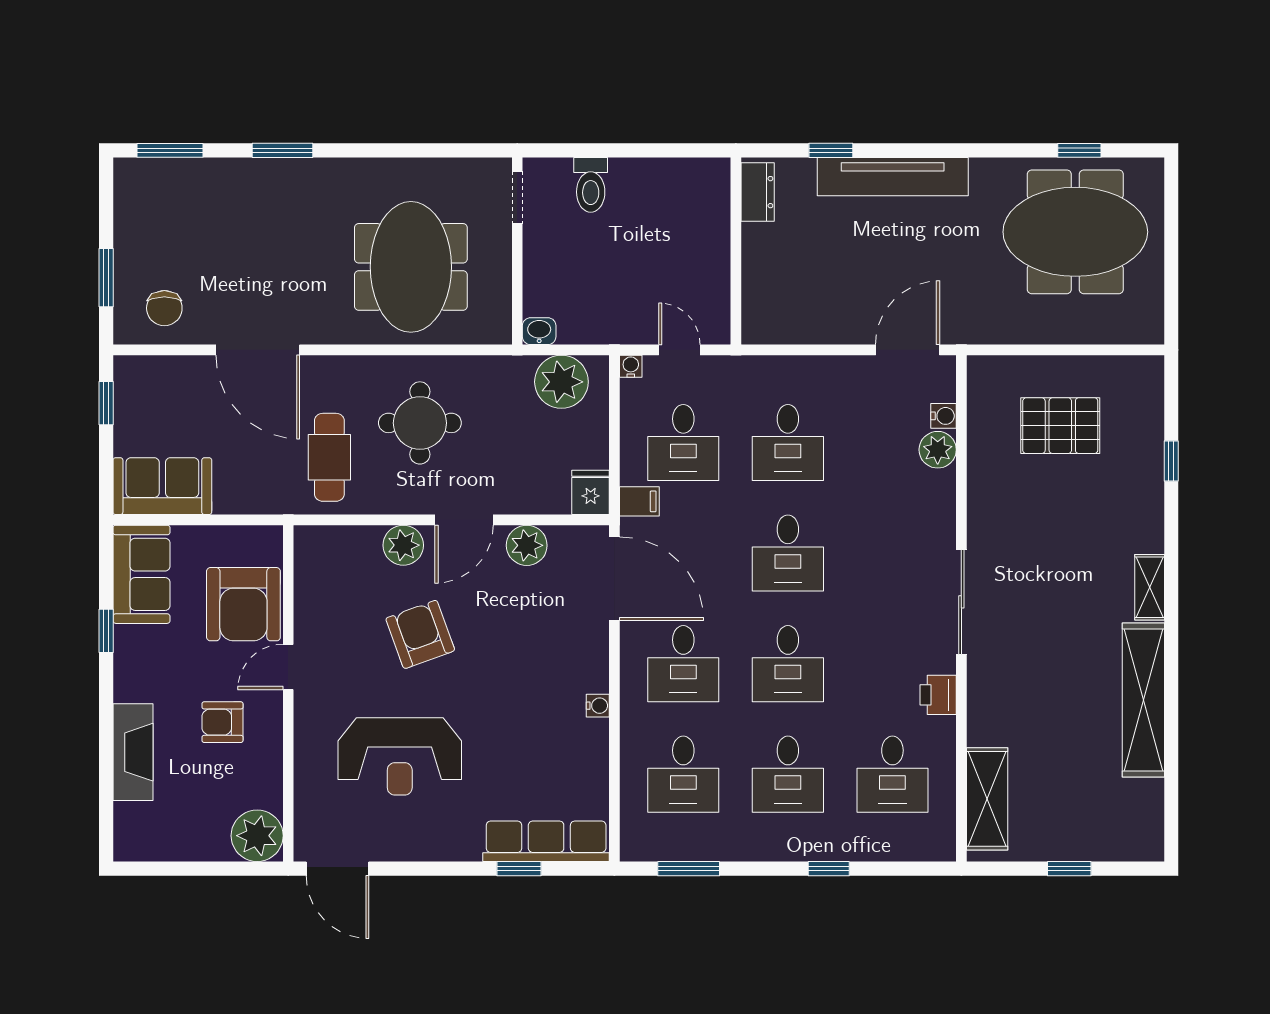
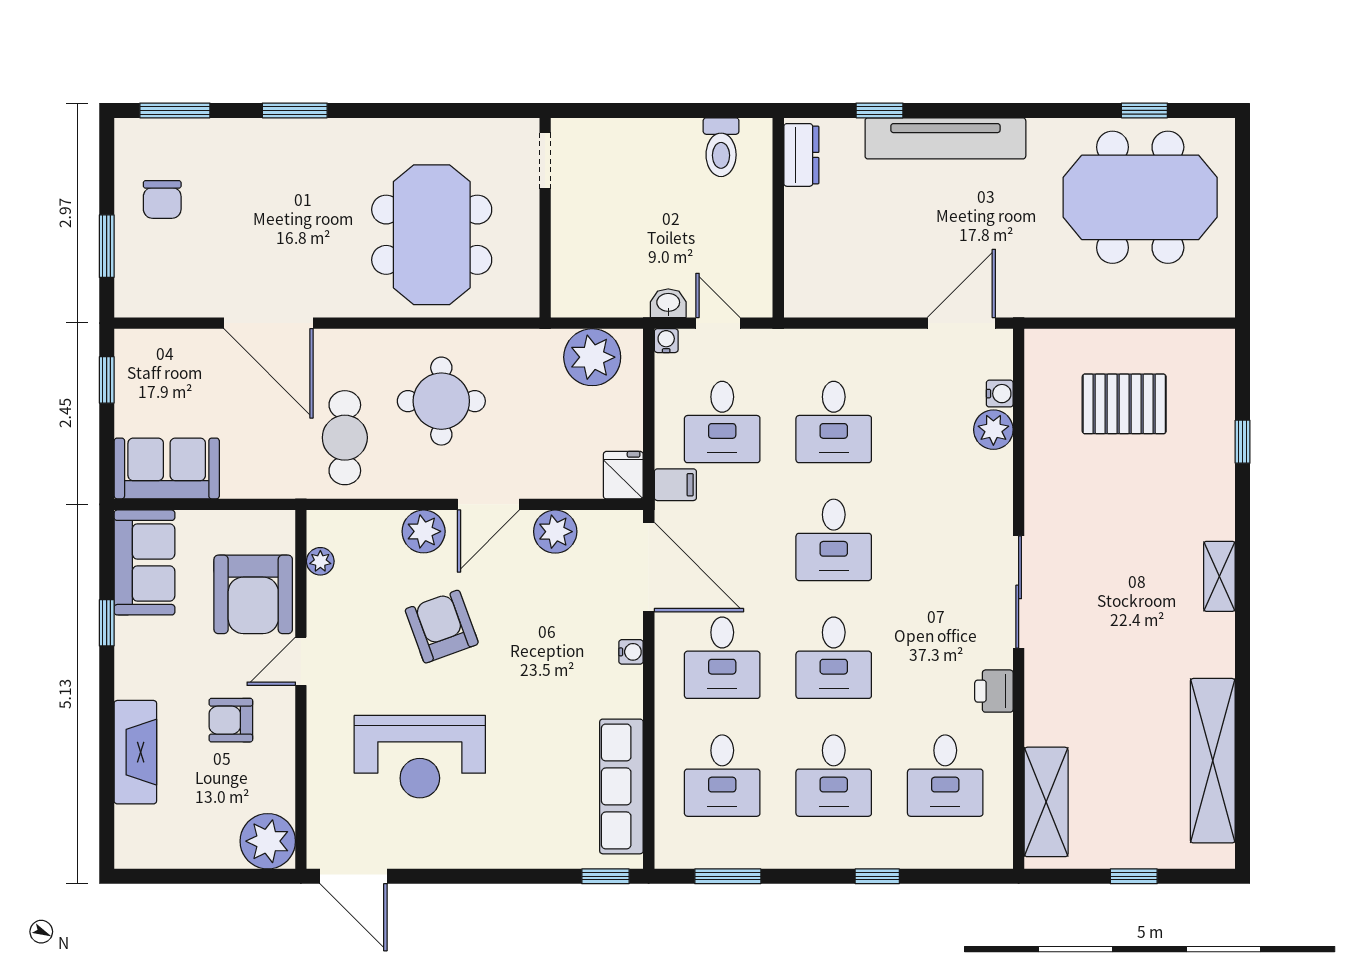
toilet: (591, 185) -> (721, 147), moved
chair: (164, 308) -> (162, 199), moved
washbasin: (539, 331) -> (668, 303), moved
plant: (306, 573) -> (320, 561), added
shelving: (1143, 700) -> (1213, 761), moved
water cooler: (598, 706) -> (631, 652), moved
row of seats: (546, 841) -> (621, 786), moved, turned -90
window: (519, 869) -> (605, 876), moved

